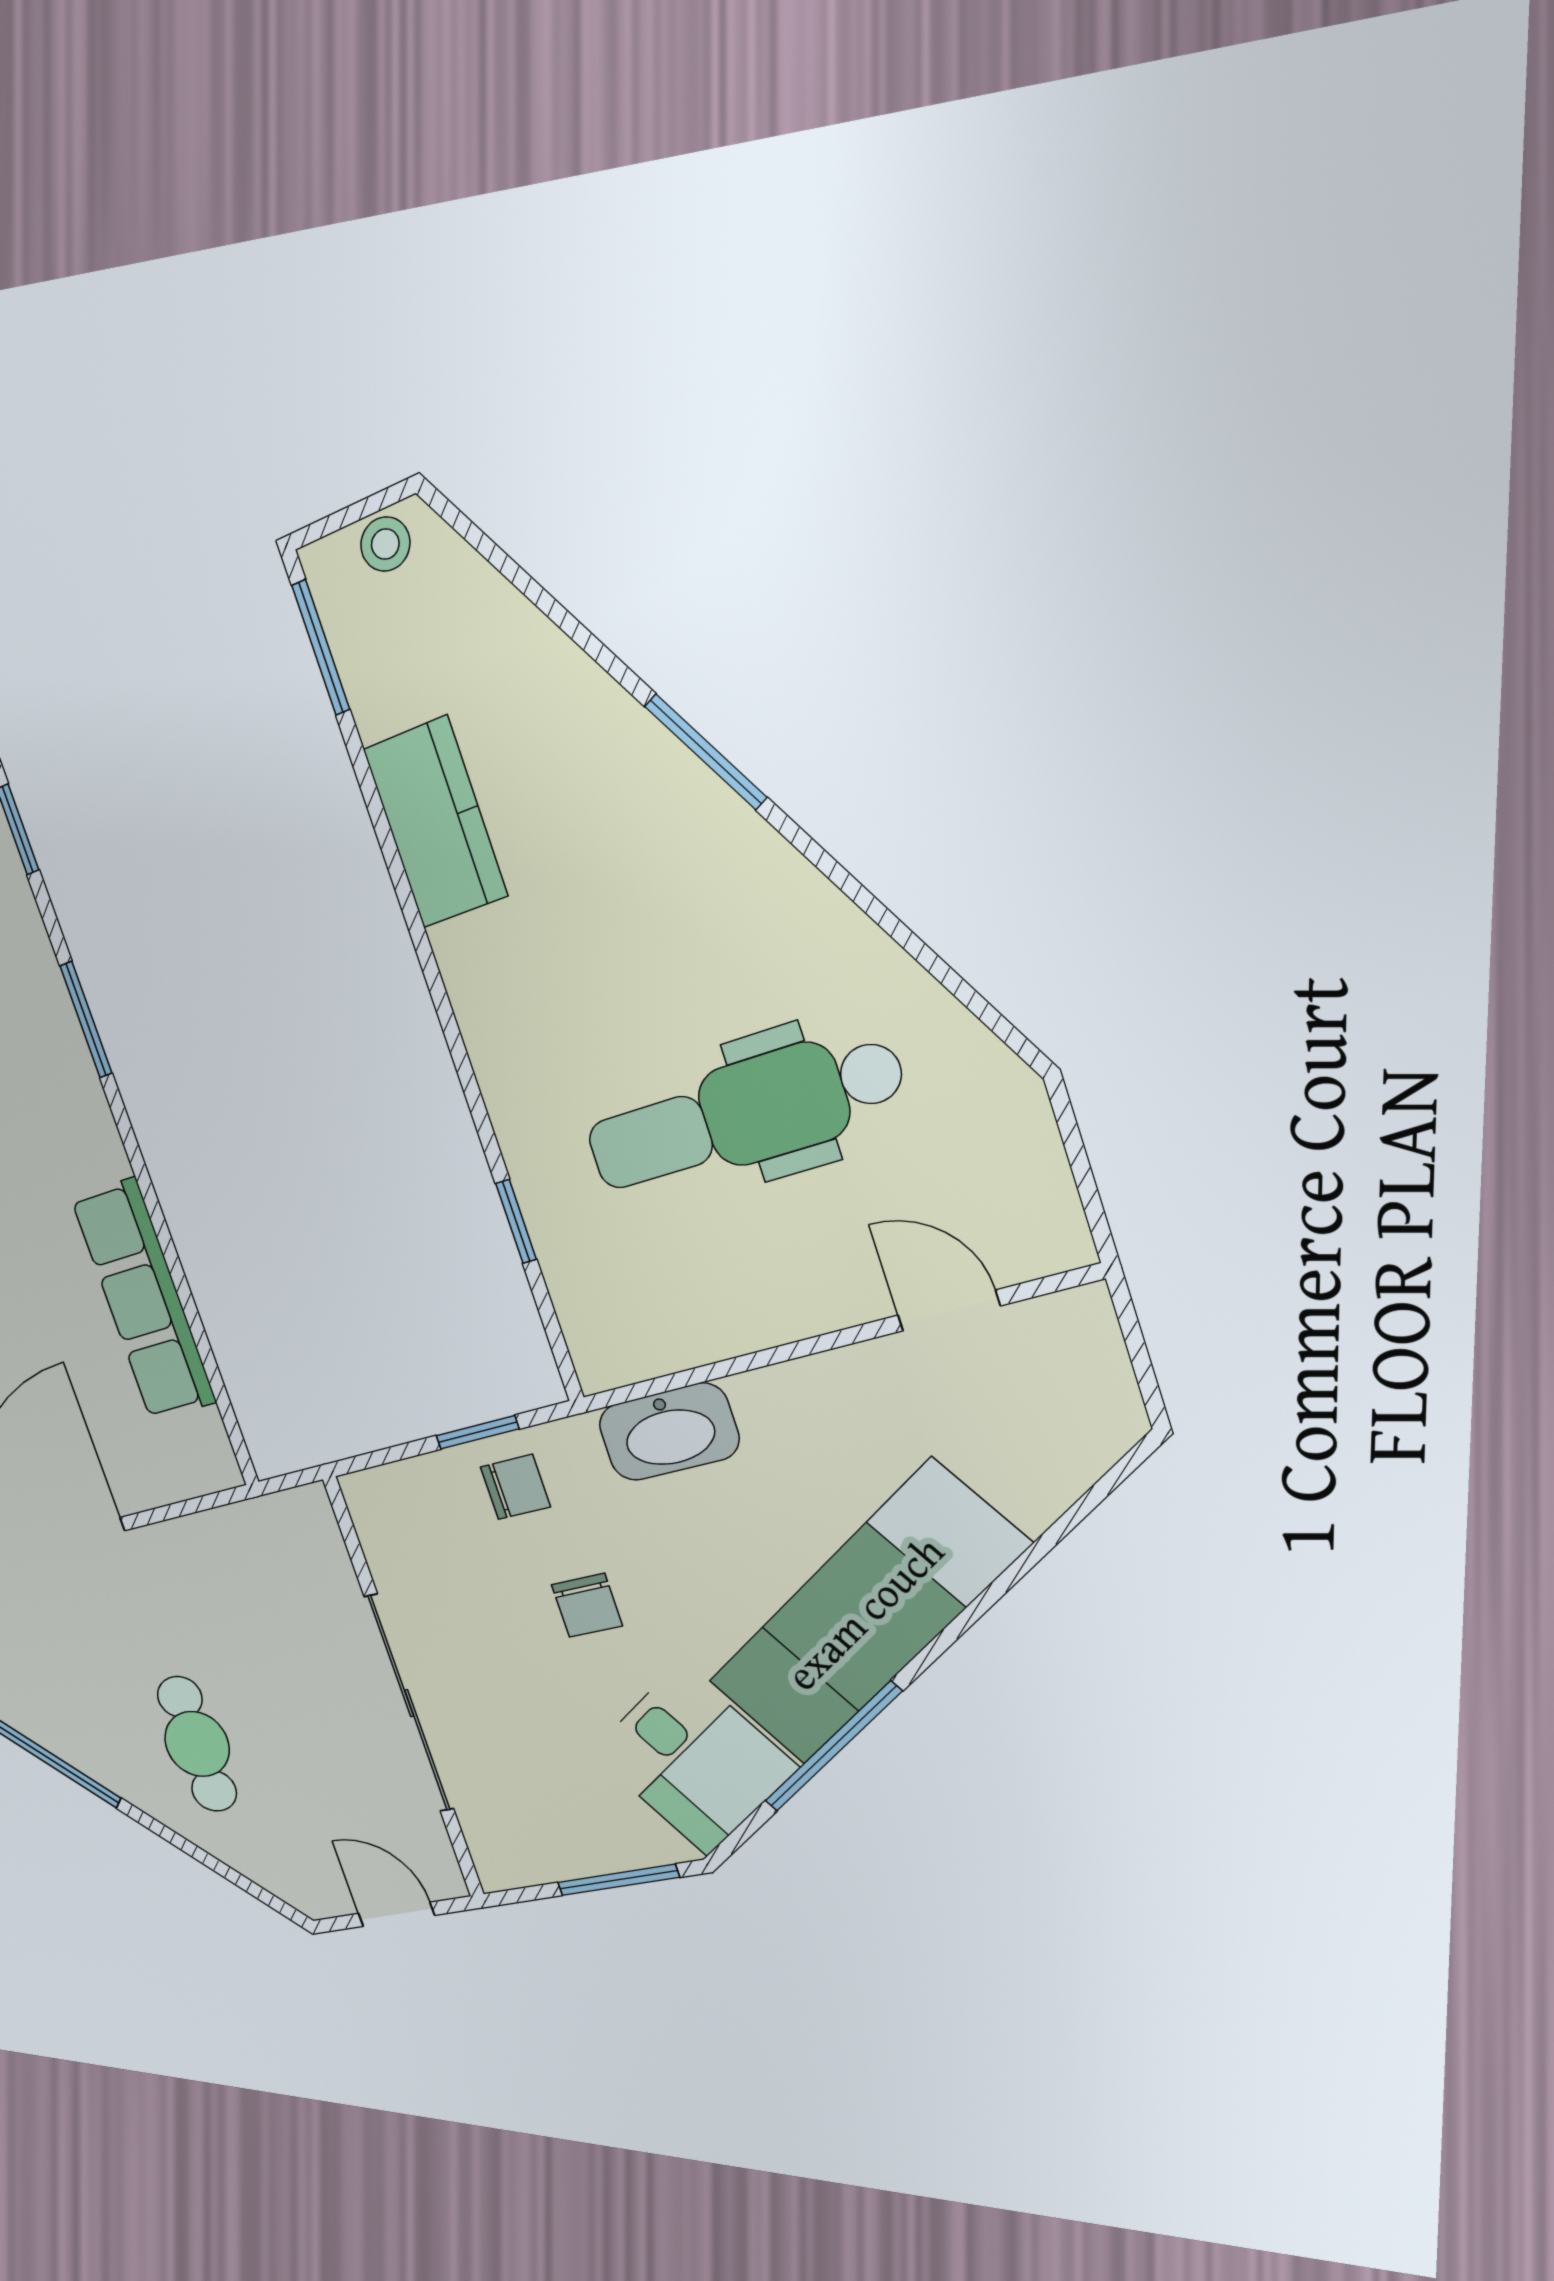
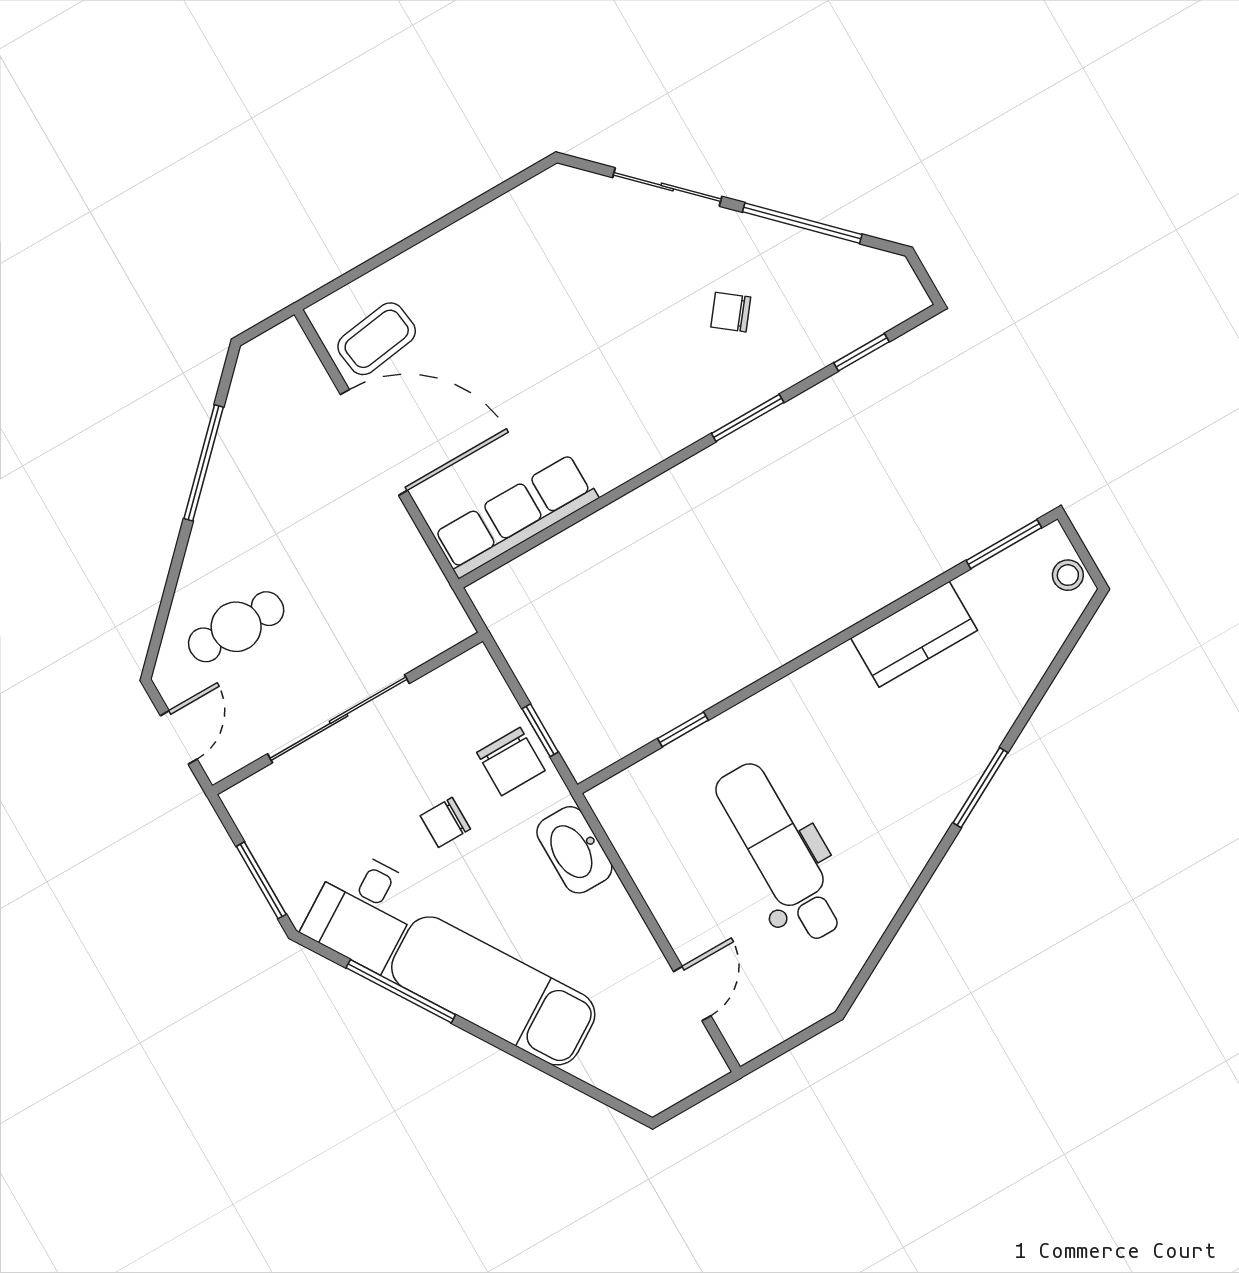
row of seats: (143, 1300) -> (516, 516), moved
chair: (515, 1487) -> (511, 761), width x1.37, depth x1.37
cafe table: (197, 1744) -> (236, 627), moved

